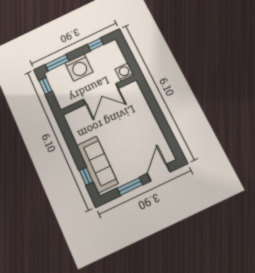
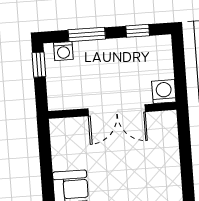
window: (57, 63) -> (87, 34), moved
washing machine: (79, 67) -> (63, 51), moved, width x0.53, depth x0.53

